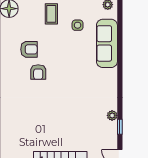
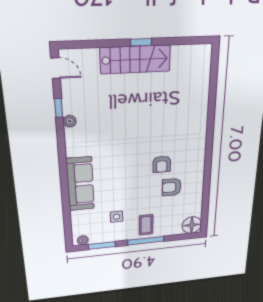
sofa: (107, 43) -> (80, 184), moved
armchair: (38, 72) -> (162, 164), turned 180

